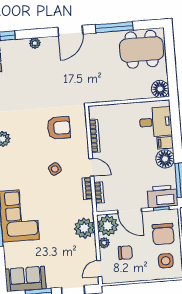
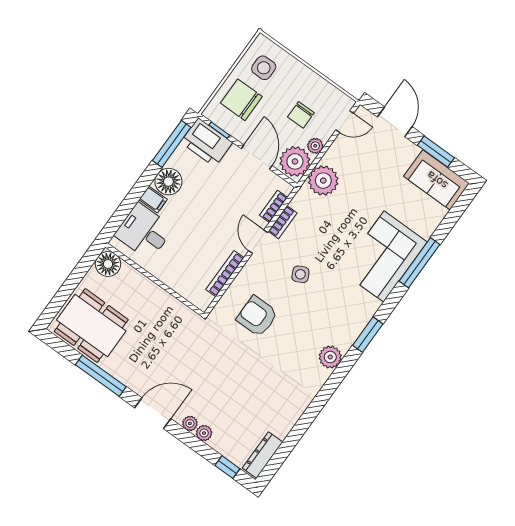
plant: (46, 42) -> (190, 423), added
chair: (163, 234) -> (241, 100), turned -90
chair: (125, 253) -> (301, 115), turned -90

